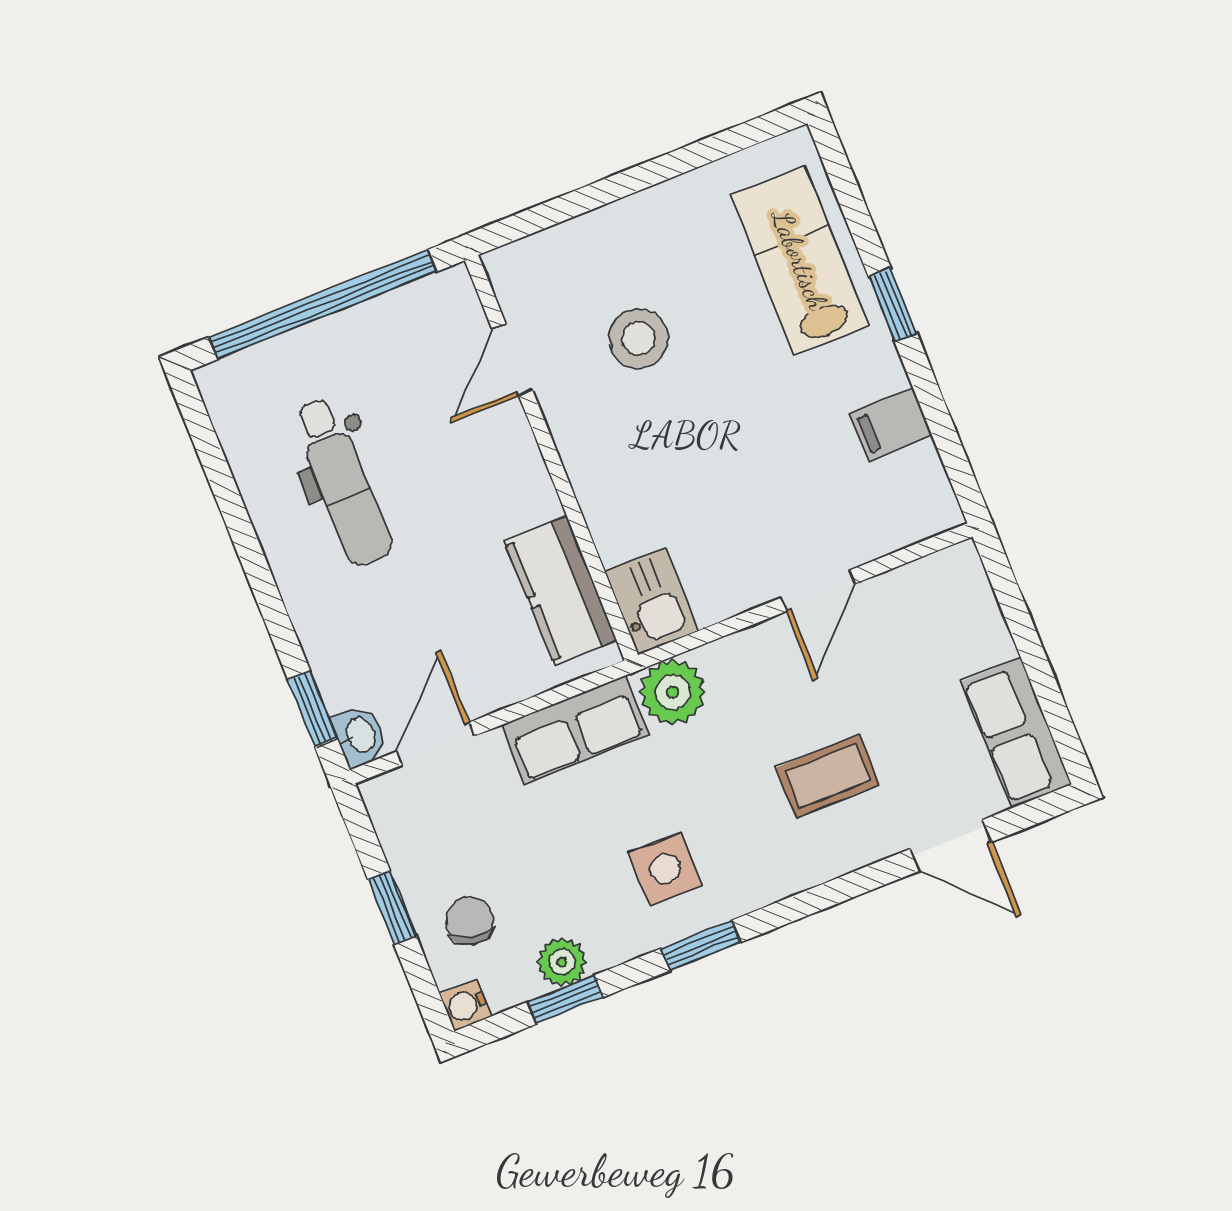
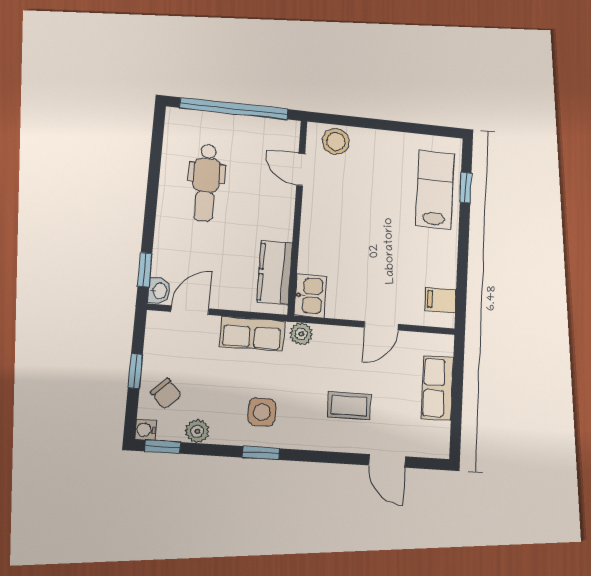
window: (893, 305) -> (466, 188), moved
stool: (638, 338) -> (336, 141), moved
door: (512, 360) -> (301, 170), hinge flipped
filing cabinet: (891, 425) -> (441, 300), moved
plant: (673, 692) -> (301, 334), width x0.73, depth x0.73
row of seats: (1016, 733) -> (437, 388), moved
chair: (470, 921) -> (166, 394), turned 123
window: (565, 1000) -> (163, 447), moved

